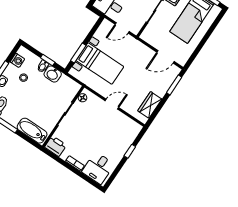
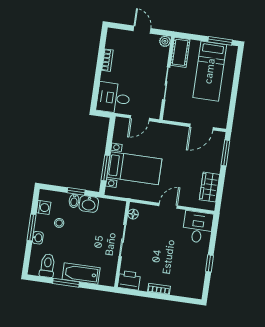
bathtub: (32, 131) -> (81, 274), moved
window: (130, 151) -> (210, 263), moved
desk: (98, 168) -> (198, 227), moved, turned 180

